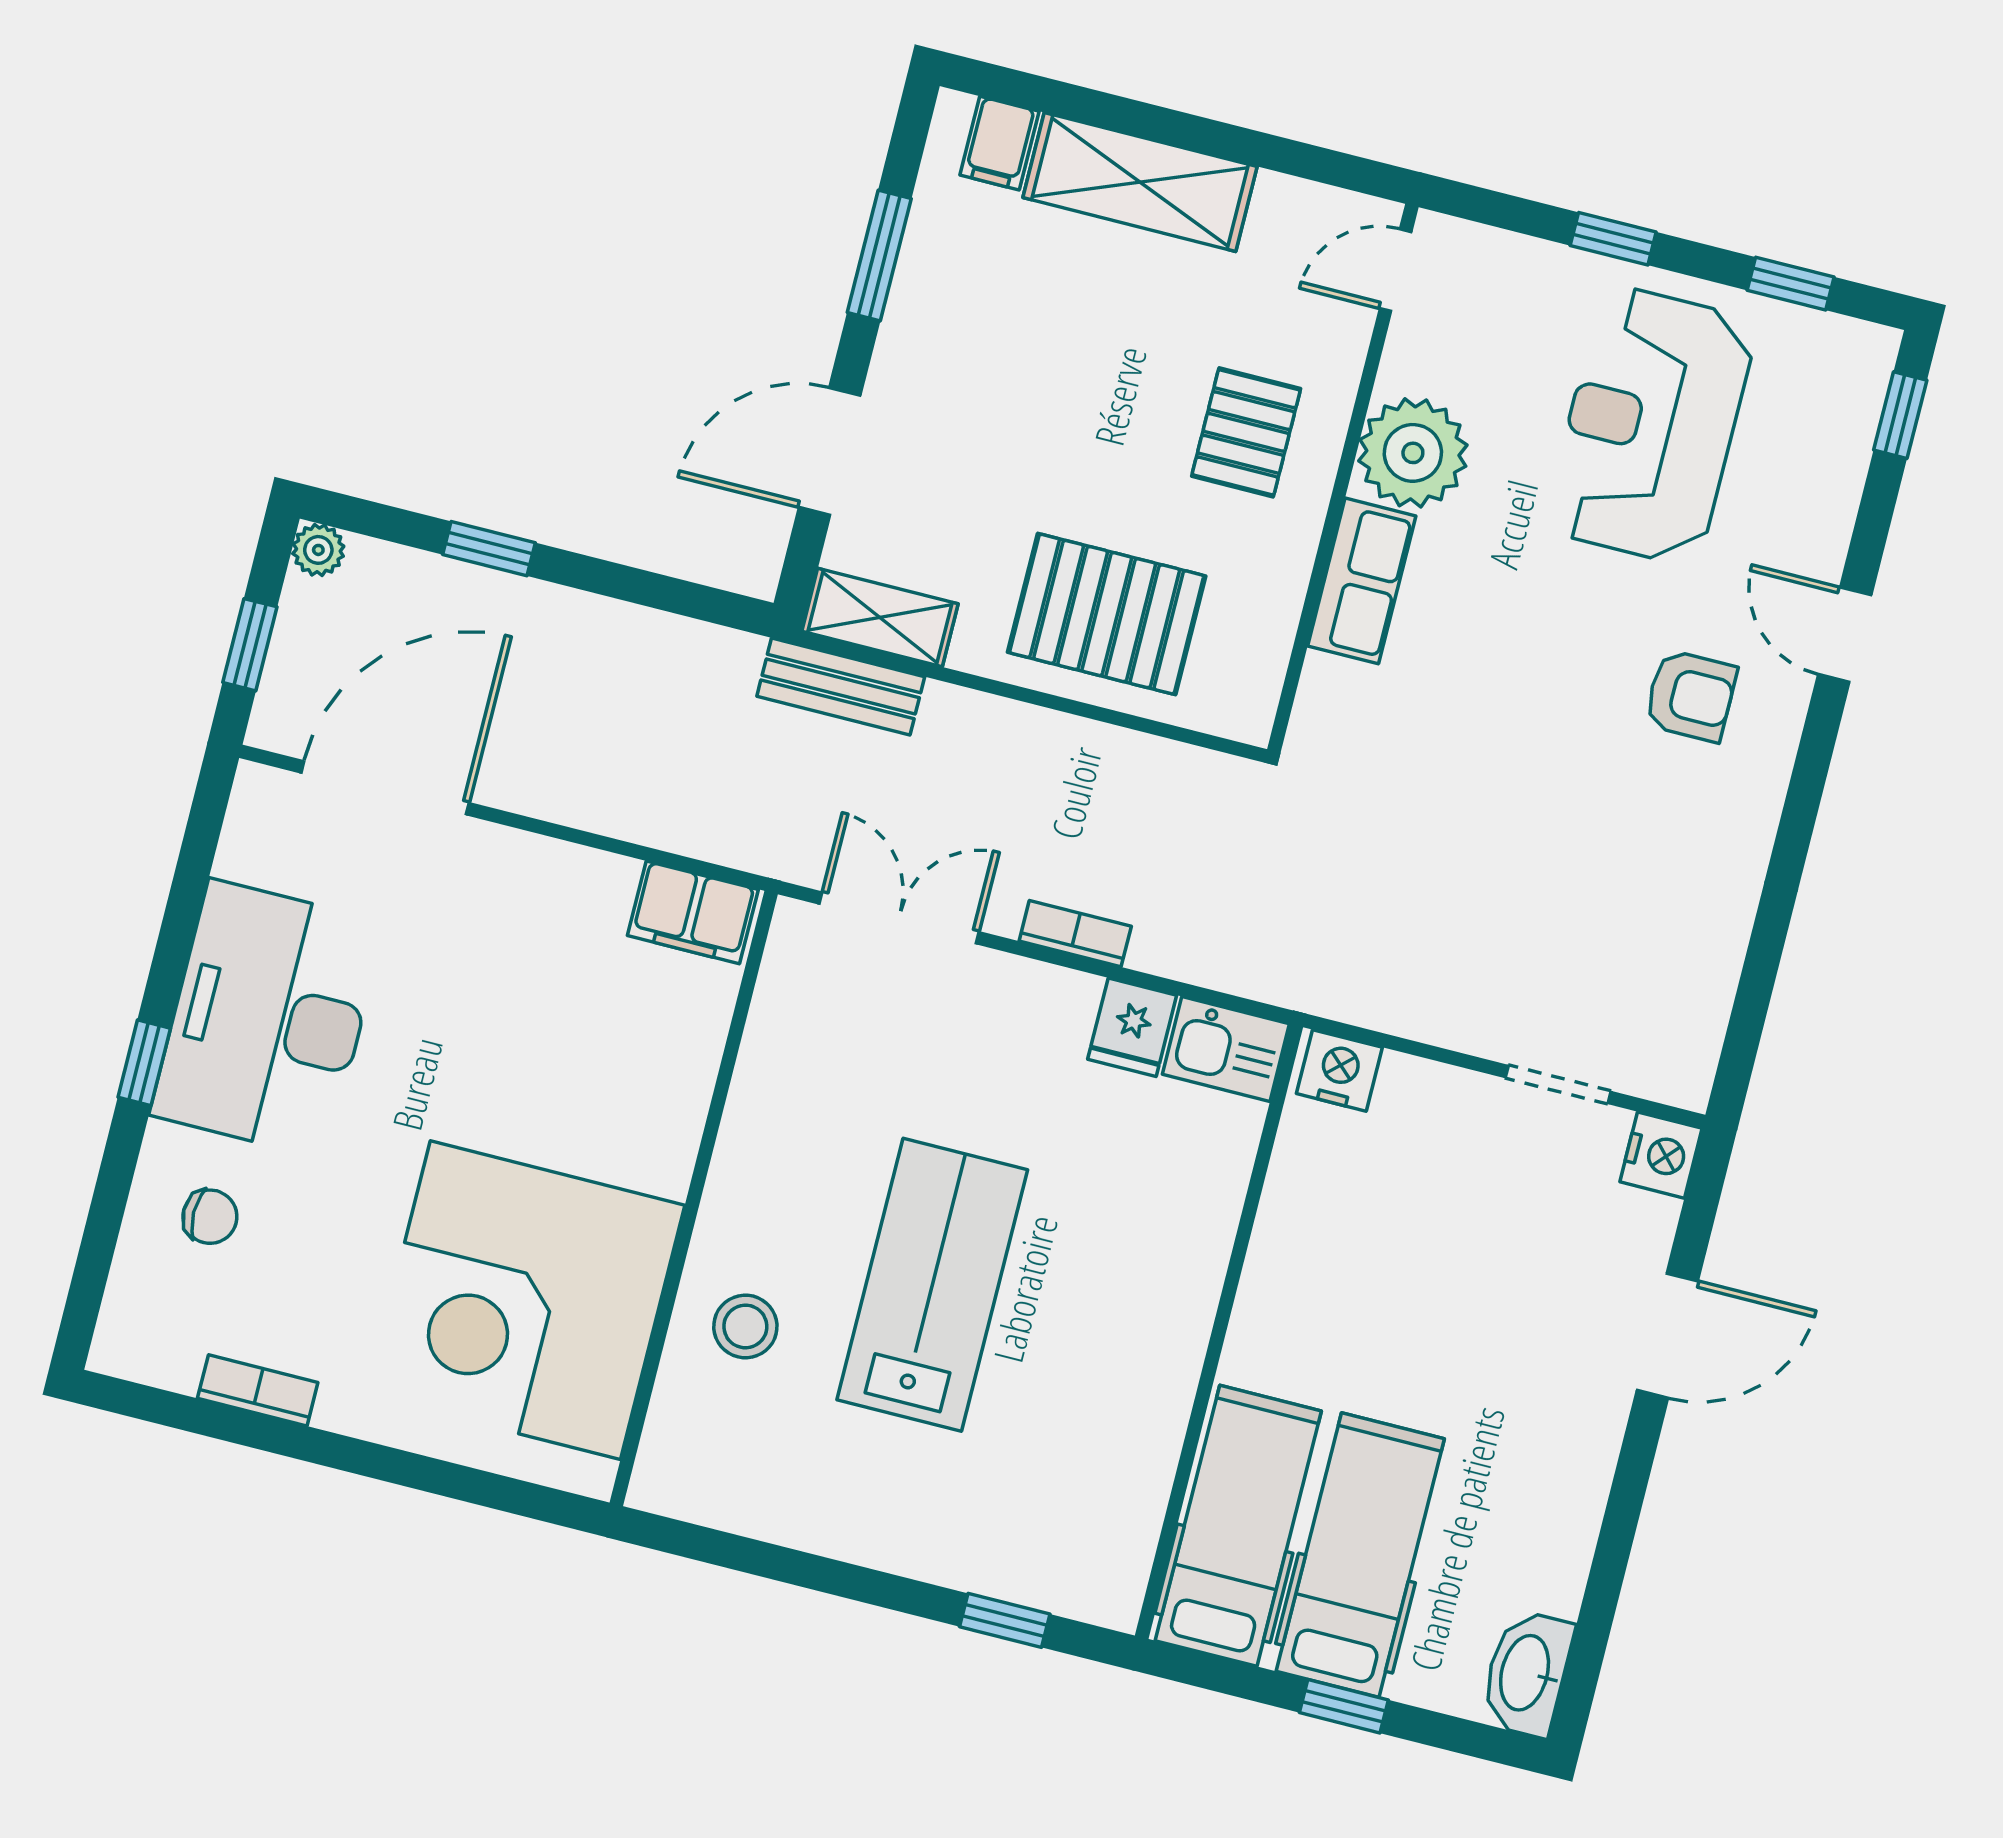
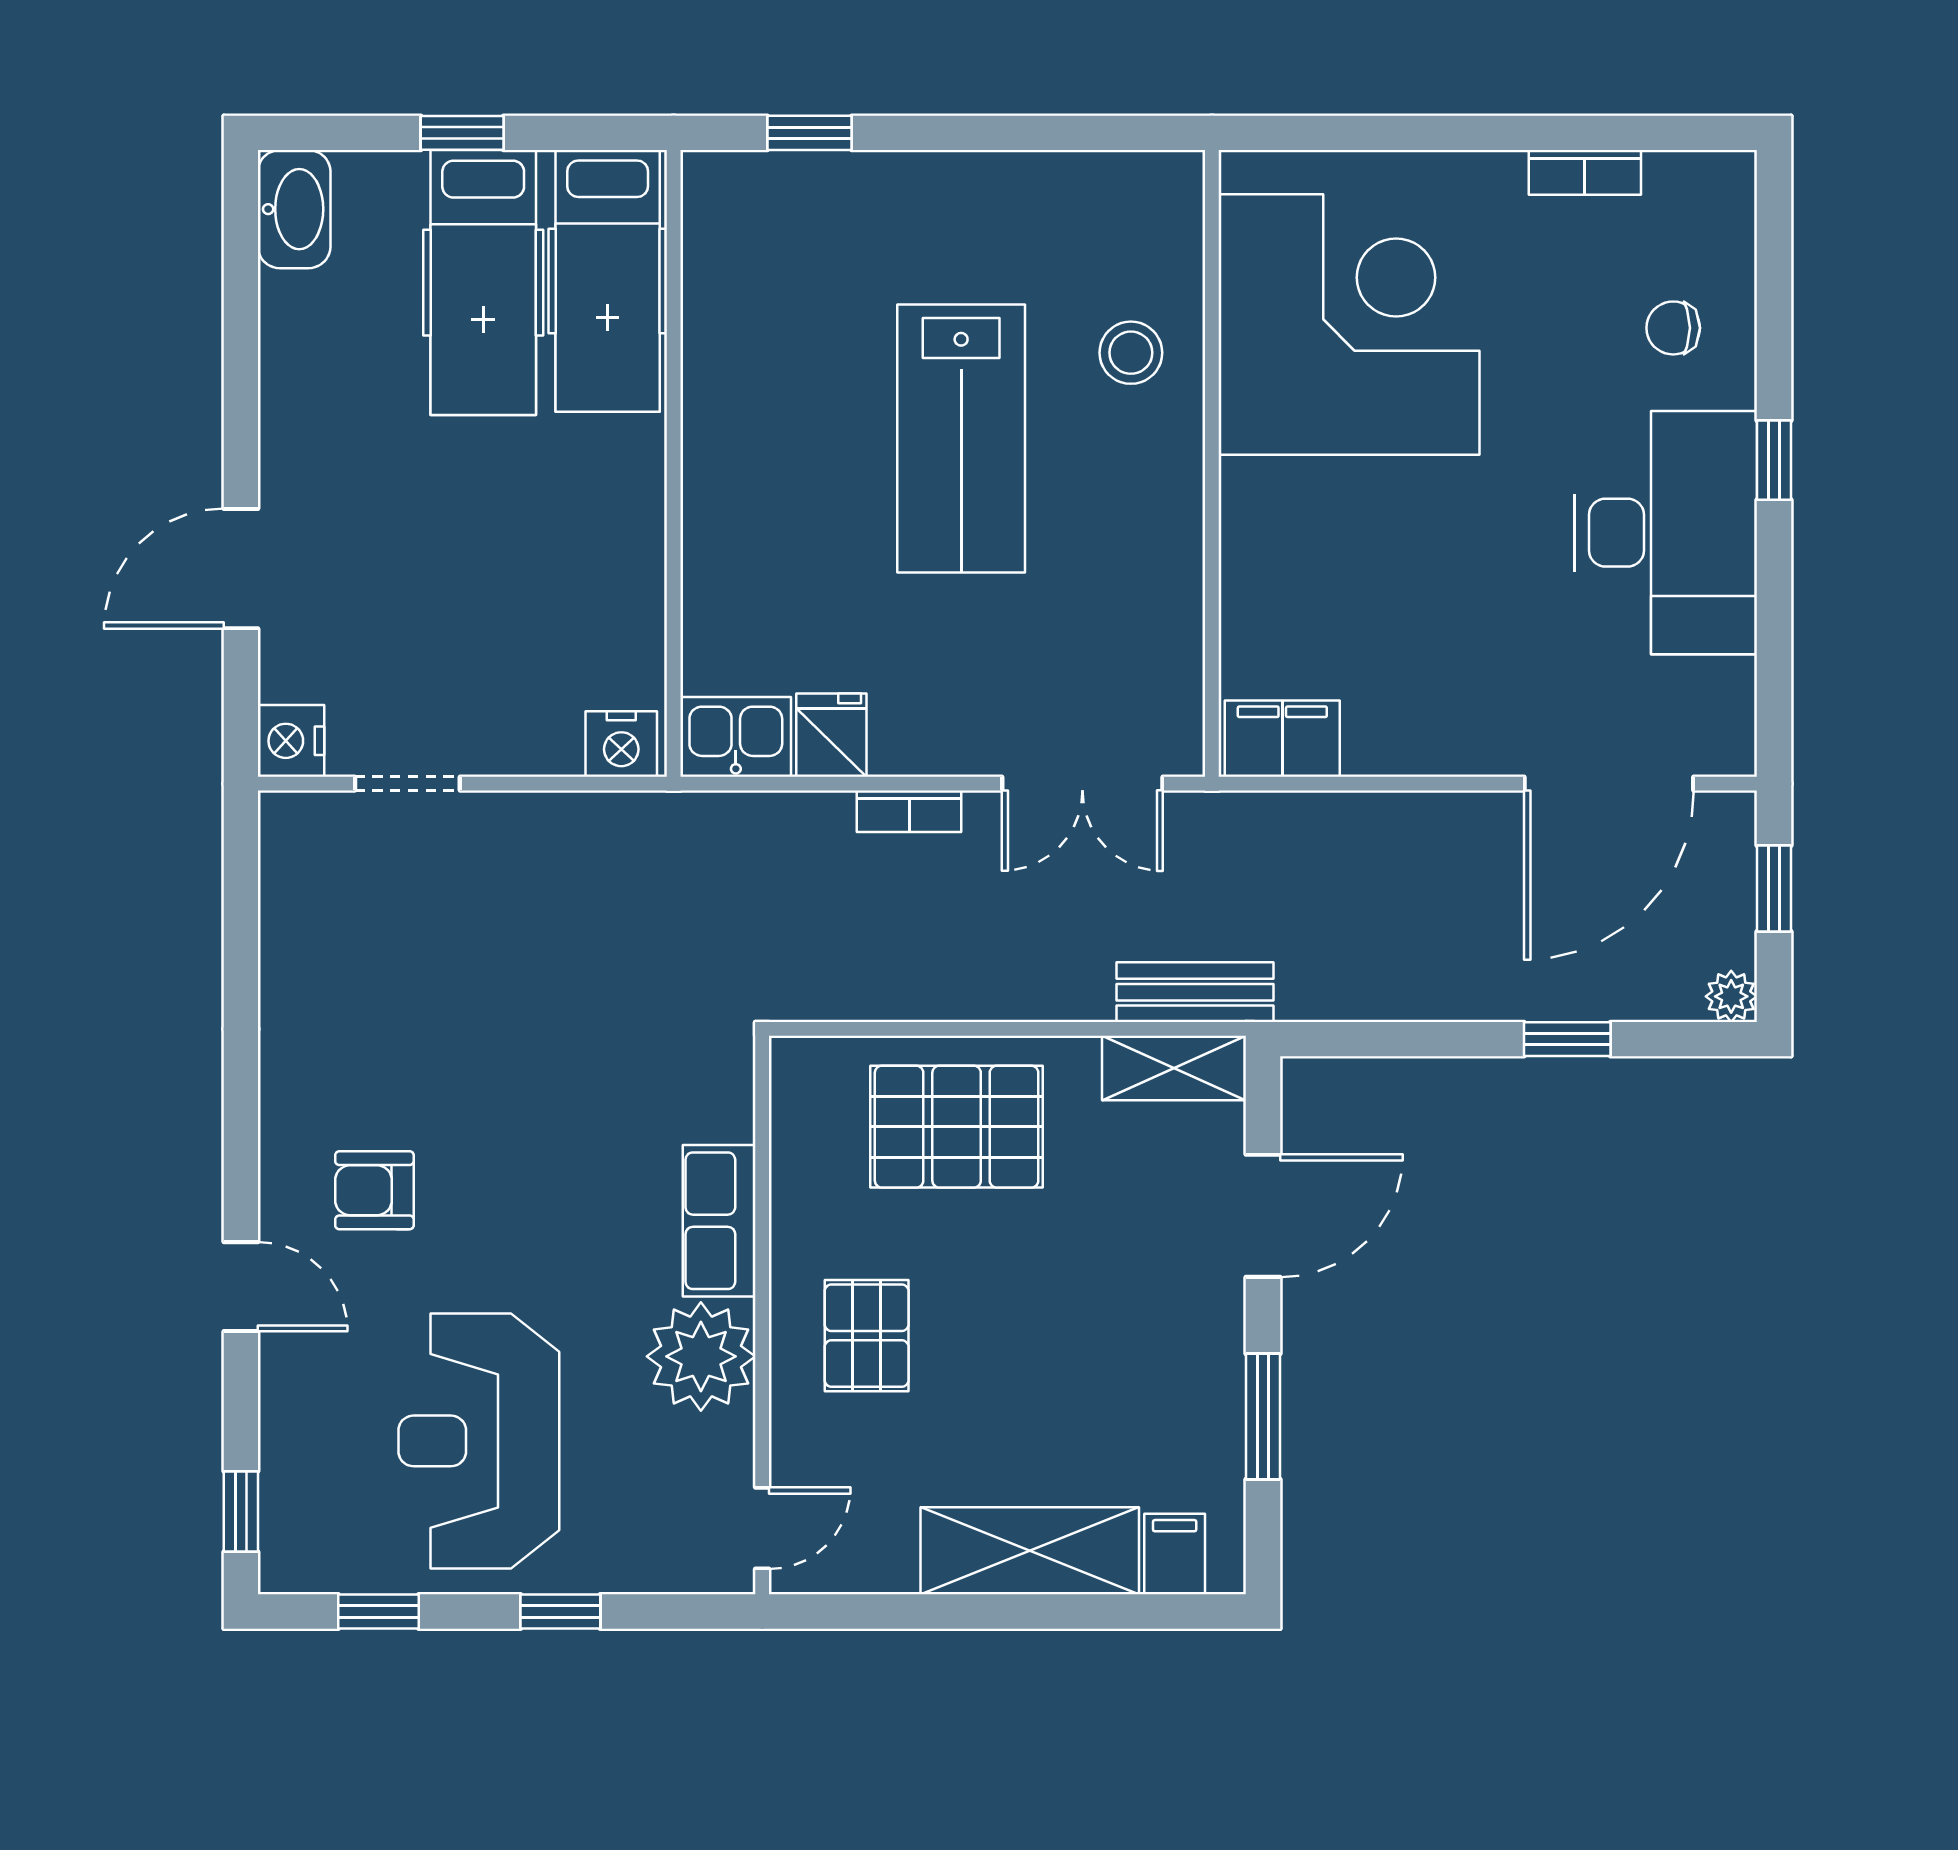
reception desk: (1651, 425) -> (479, 1441), turned 180

